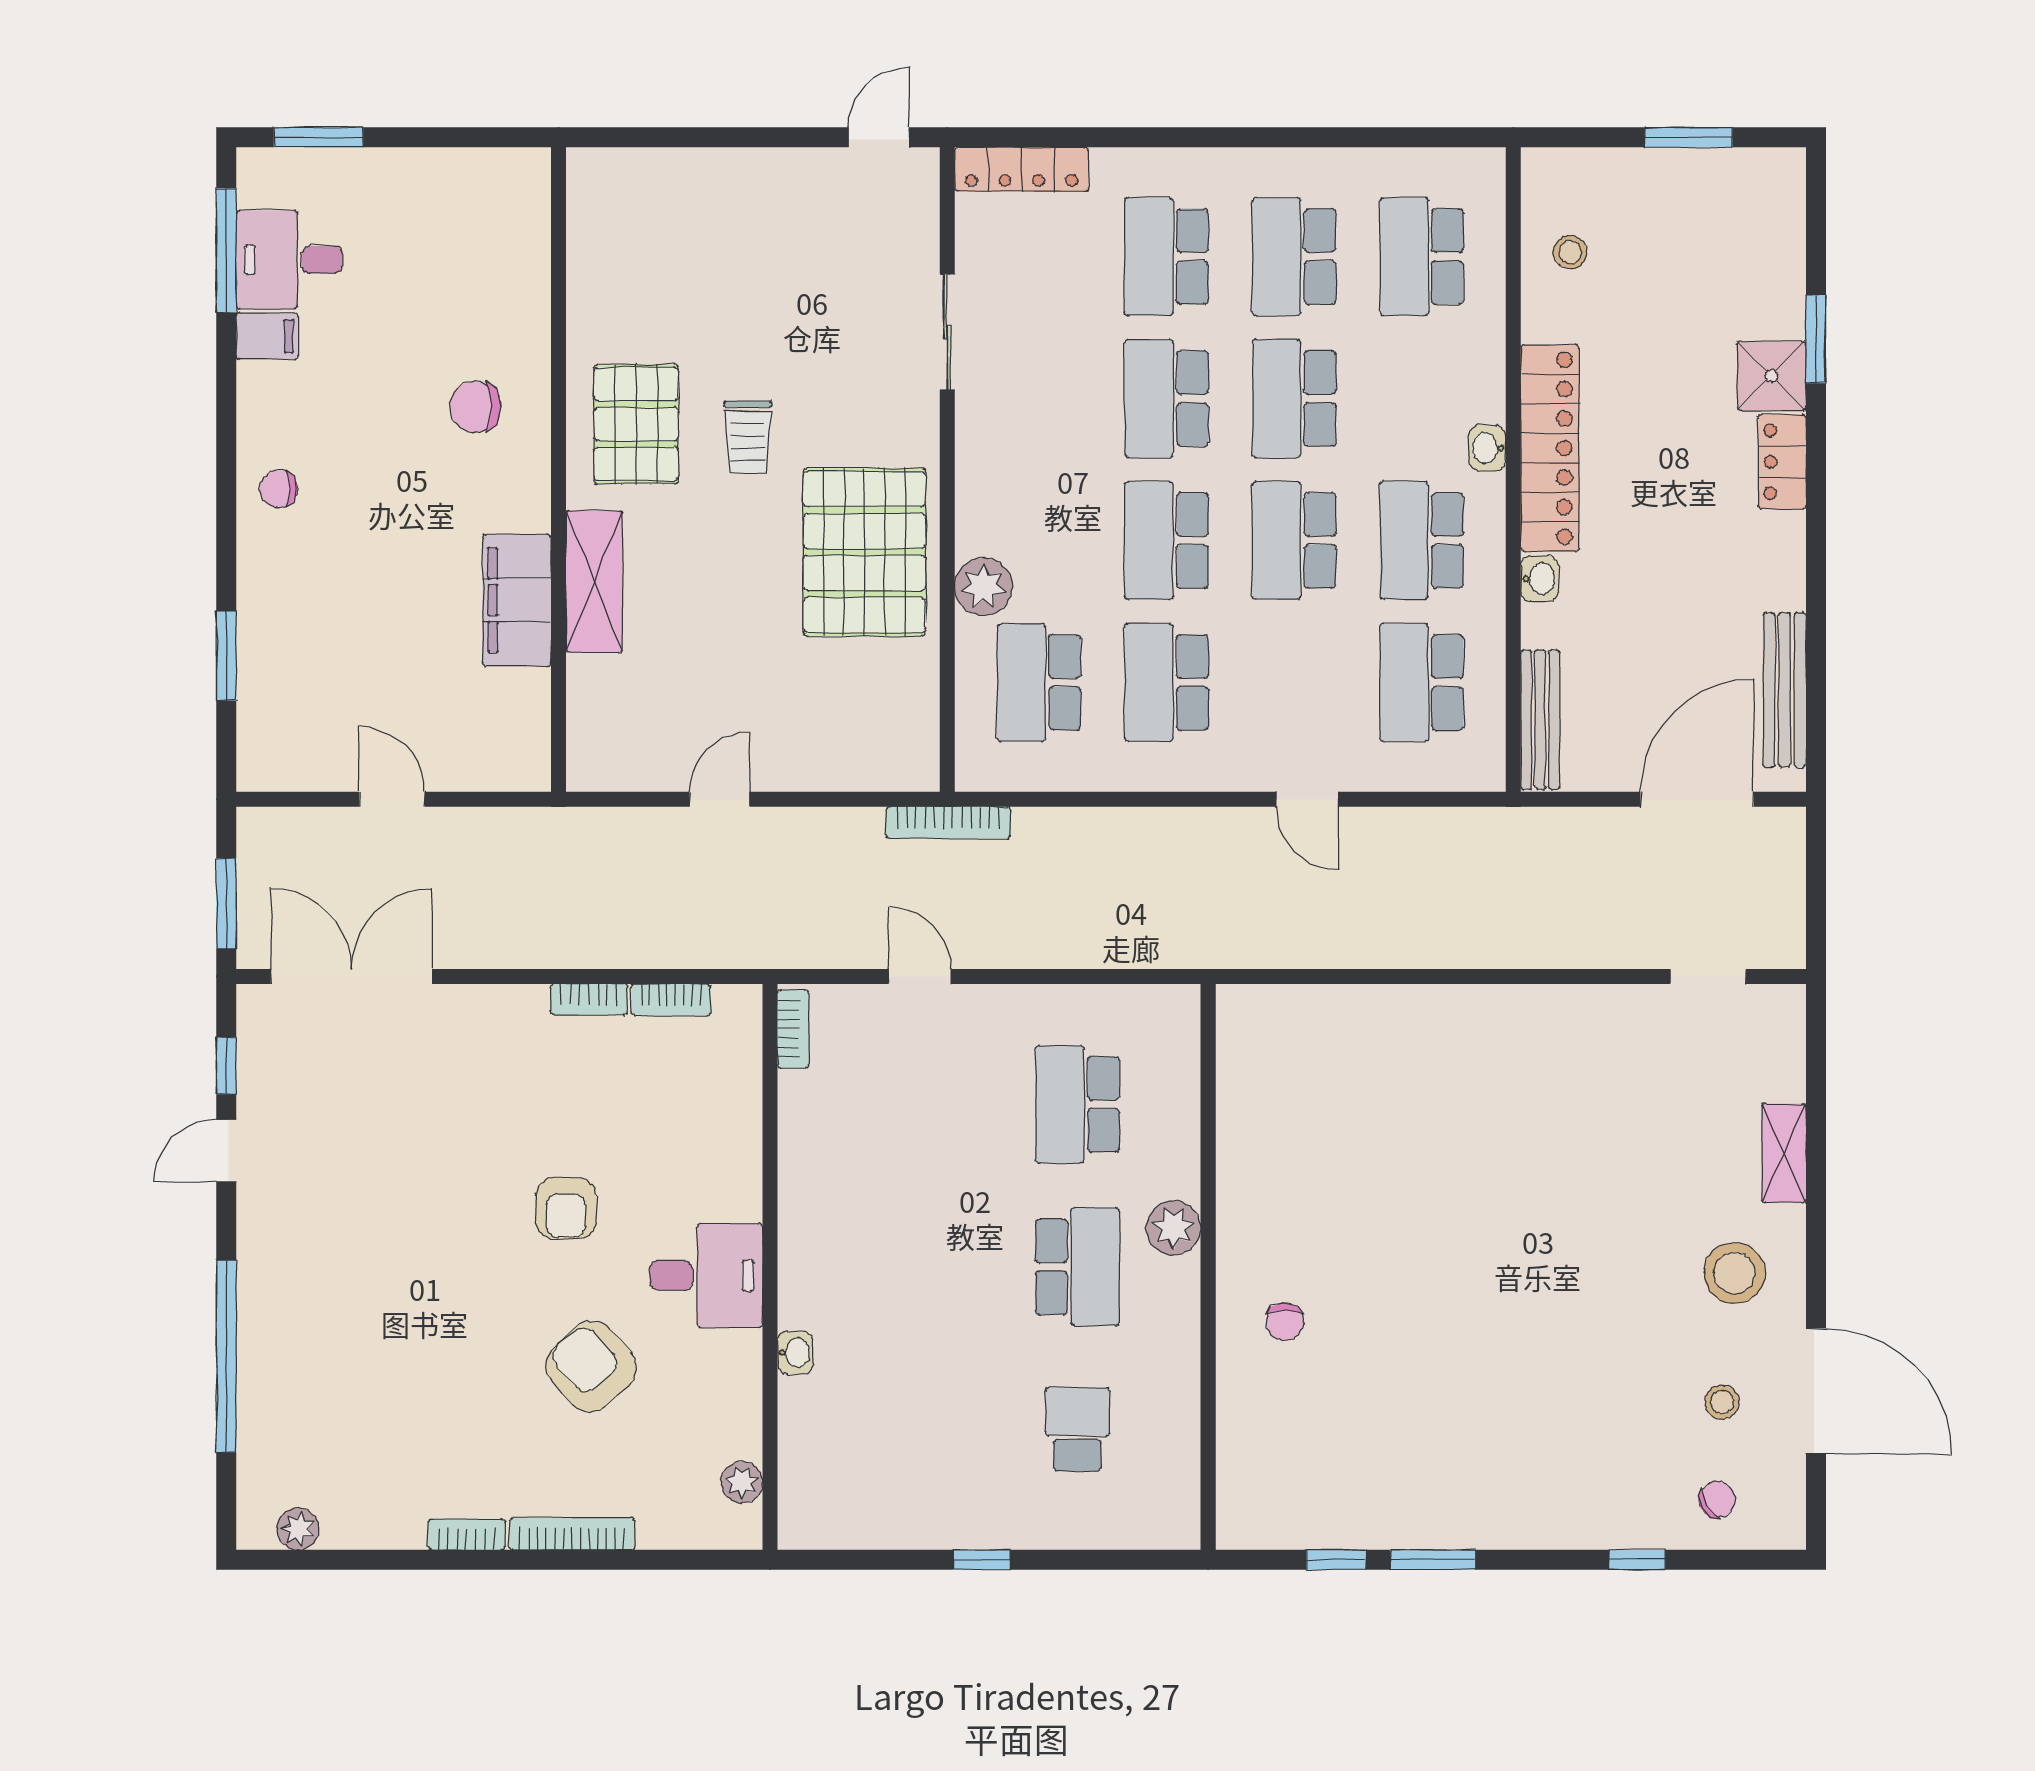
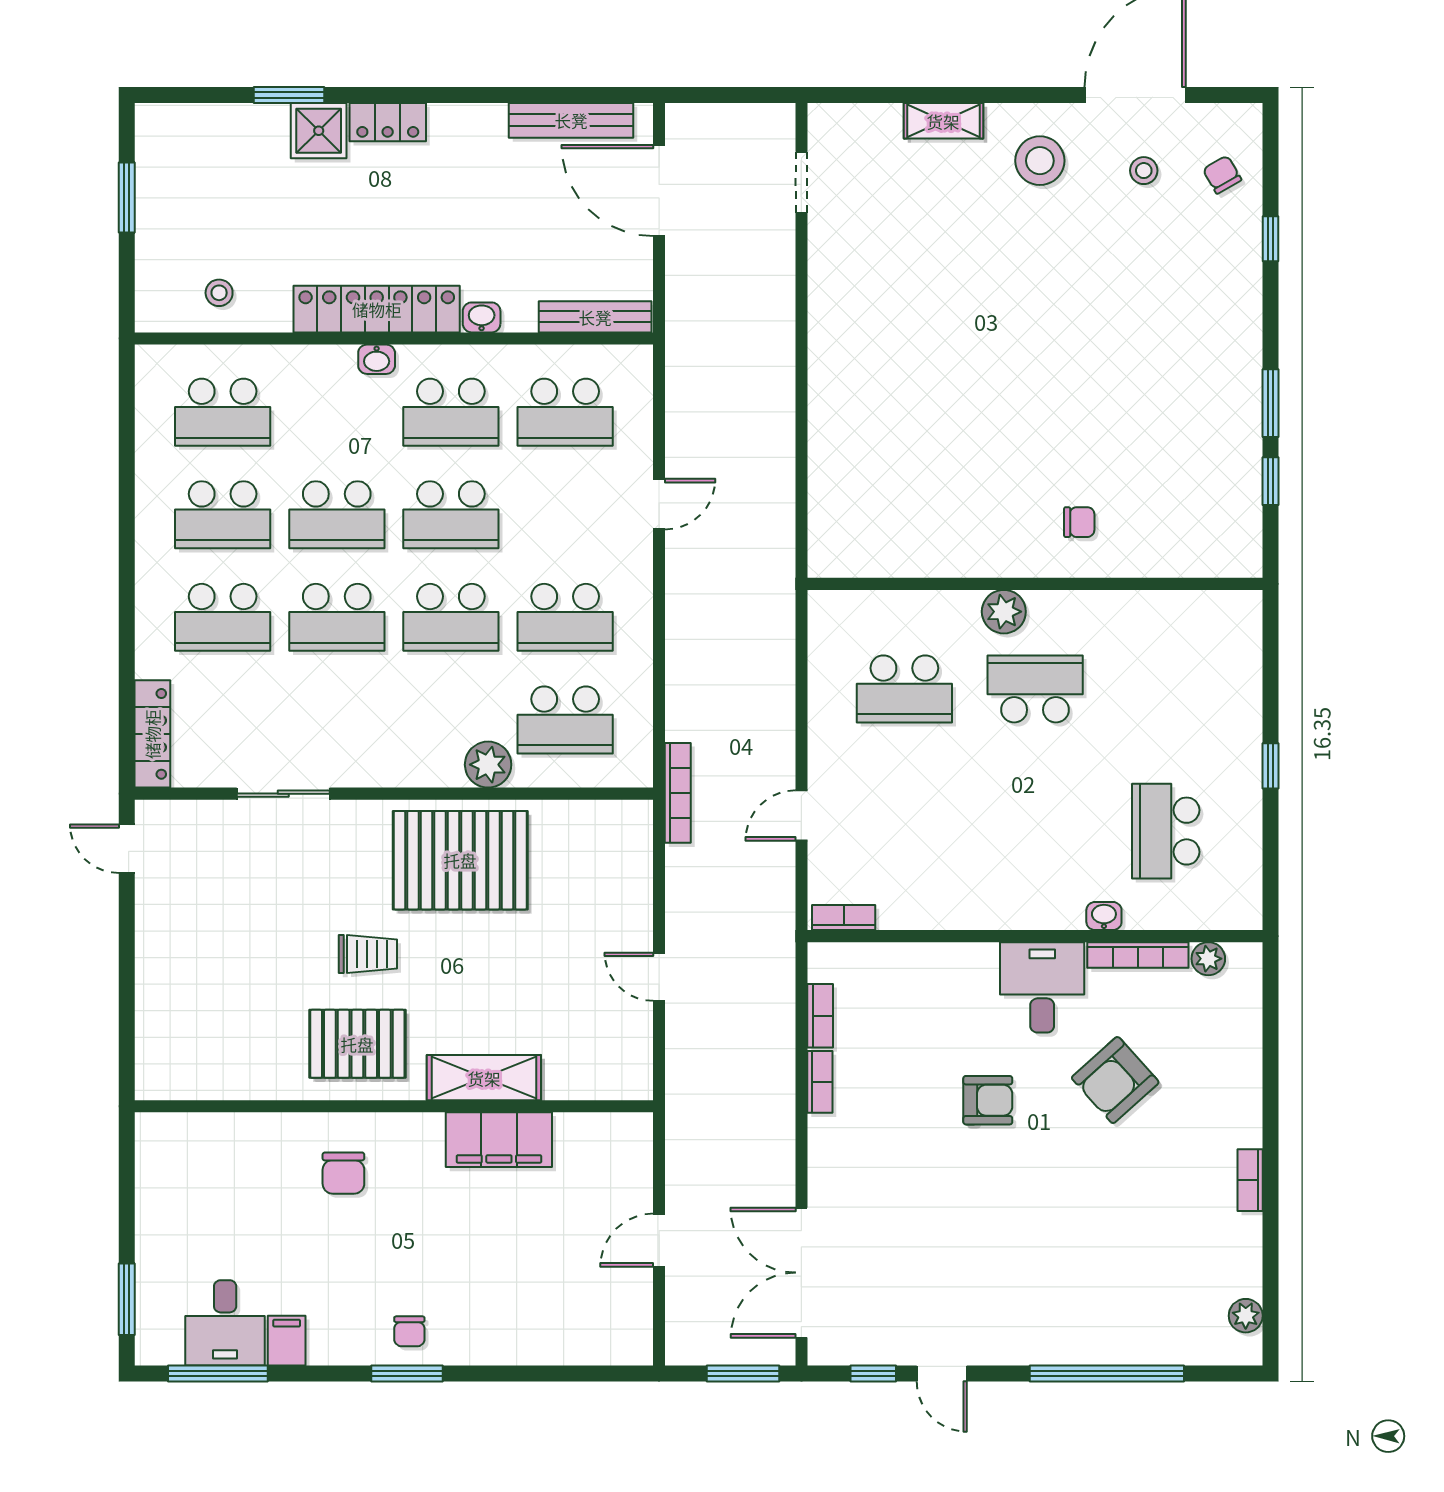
window: (226, 656) -> (407, 1373), moved
school desk: (1077, 1429) -> (1166, 831), moved, width x1.85
bookcase: (572, 1534) -> (1138, 955), moved, turned -90

